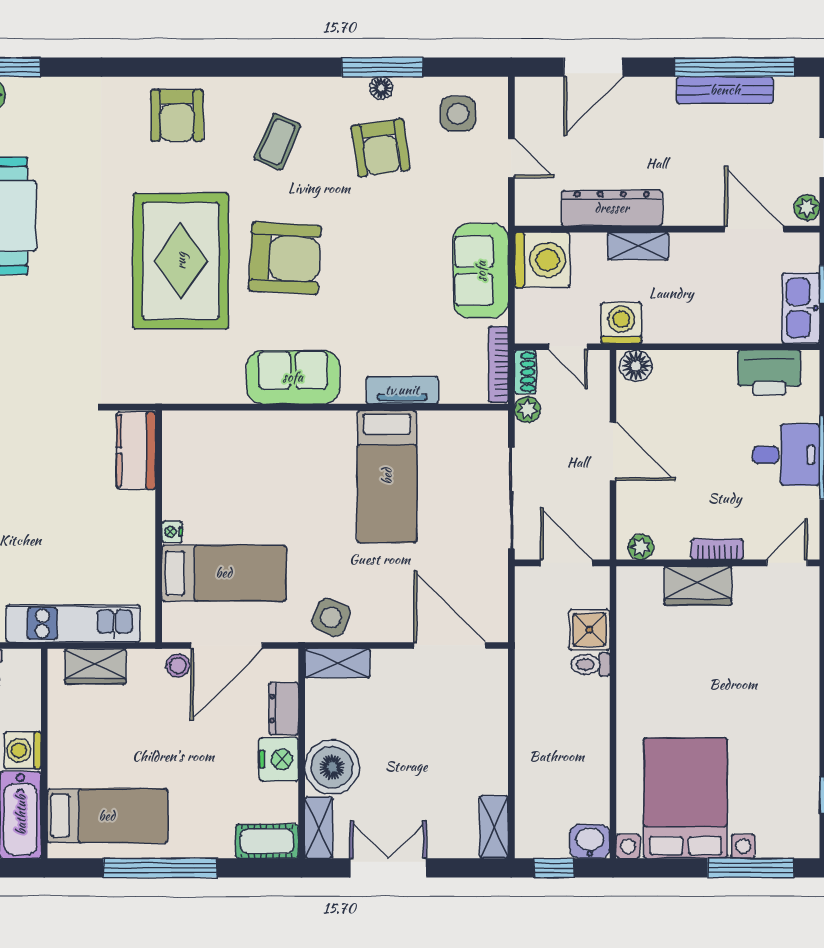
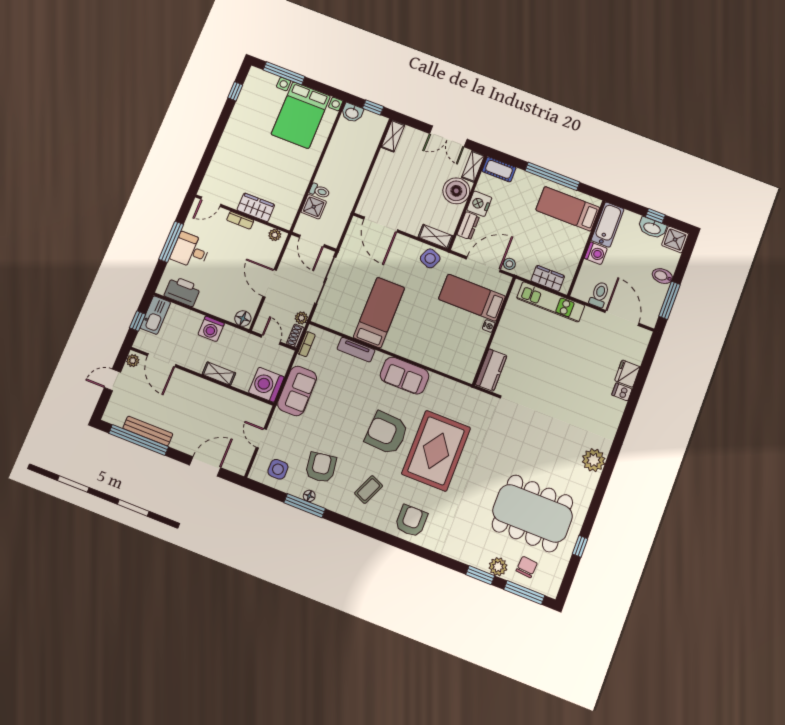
dresser: (612, 208) -> (224, 396), removed
washing machine: (621, 323) -> (211, 329), moved
bookcase: (498, 364) -> (306, 344), width x0.64

